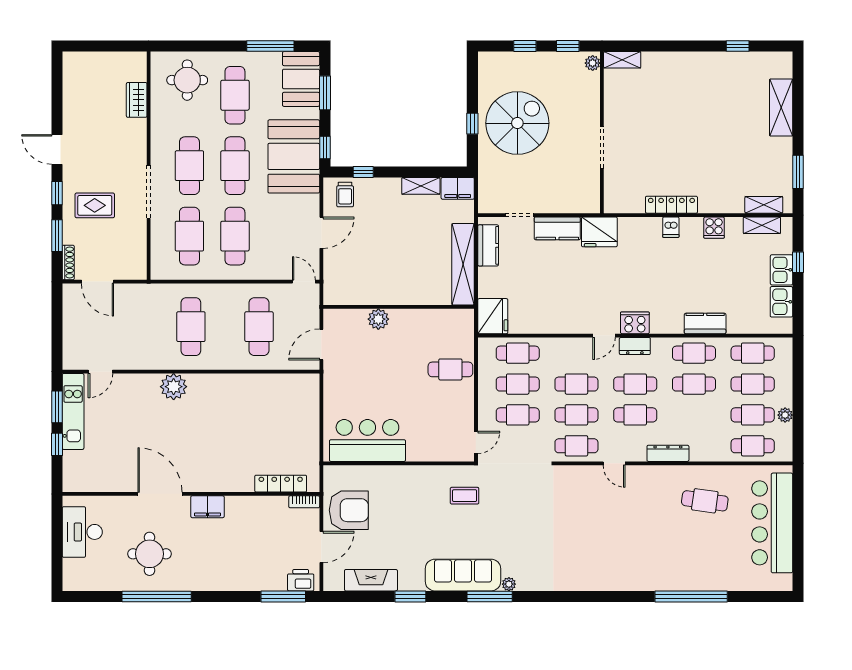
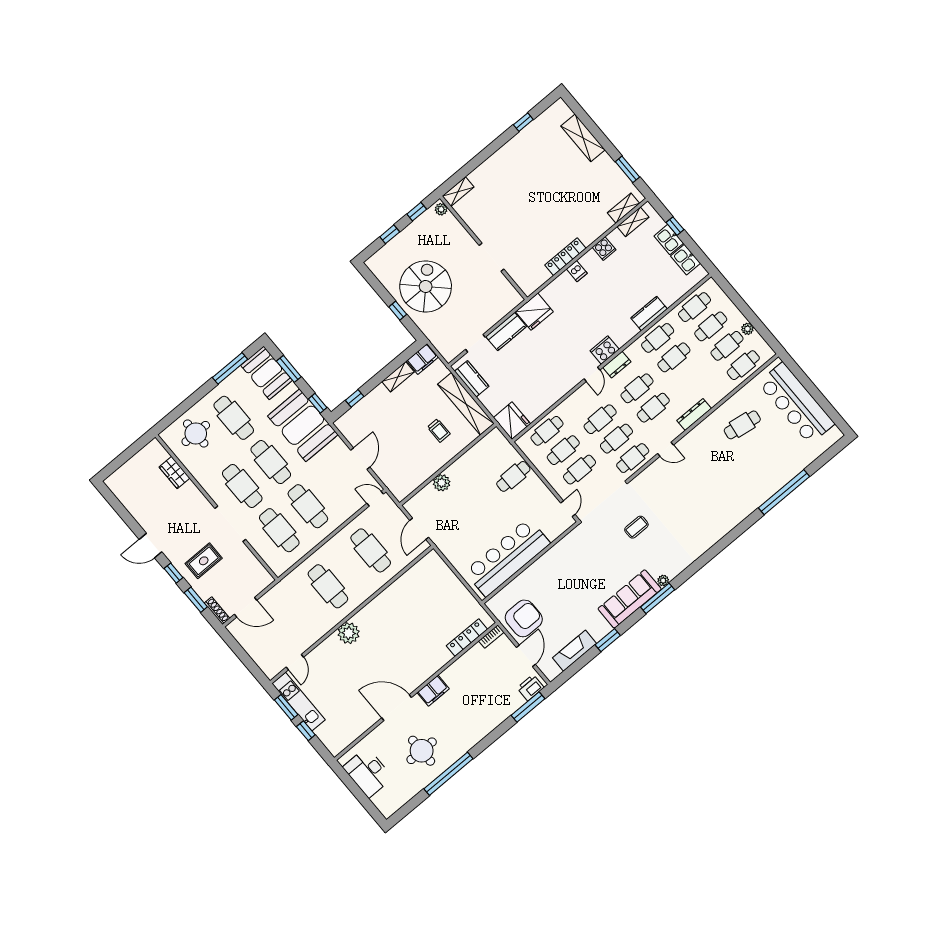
trolley: (345, 195) -> (439, 430), moved
bar counter: (367, 440) -> (507, 557), width x1.36
coffee table: (465, 496) -> (636, 527), moved

